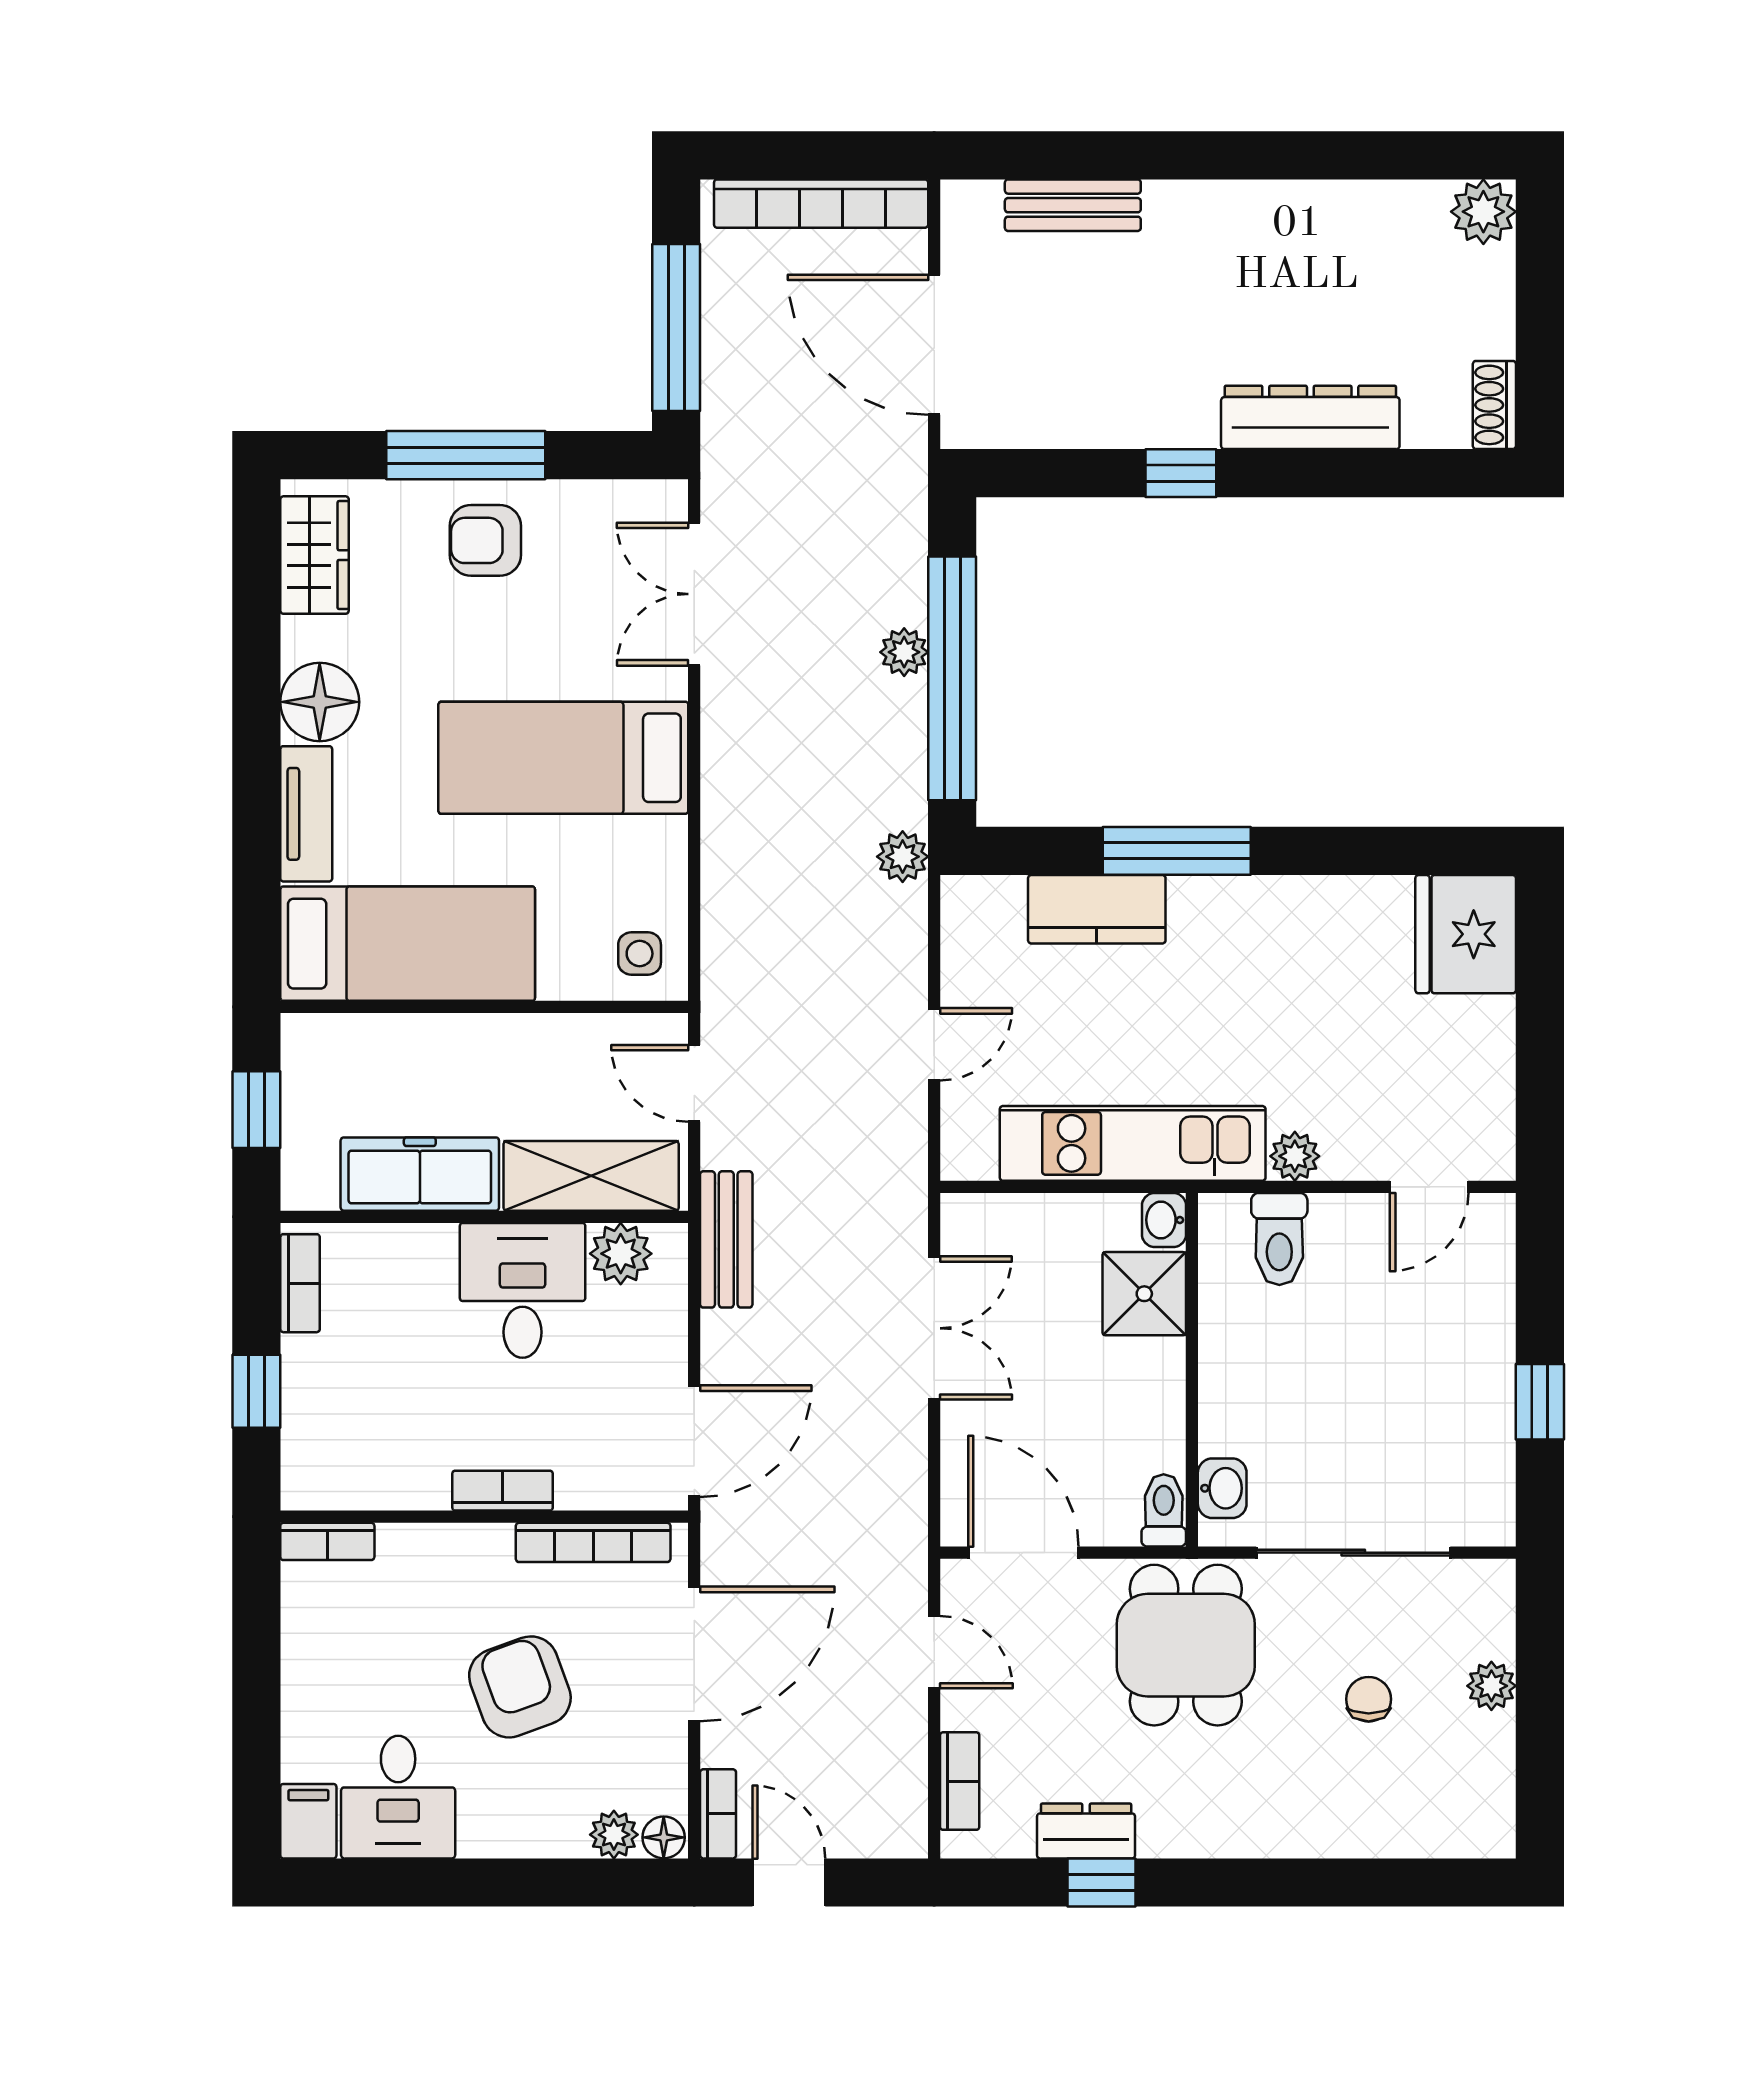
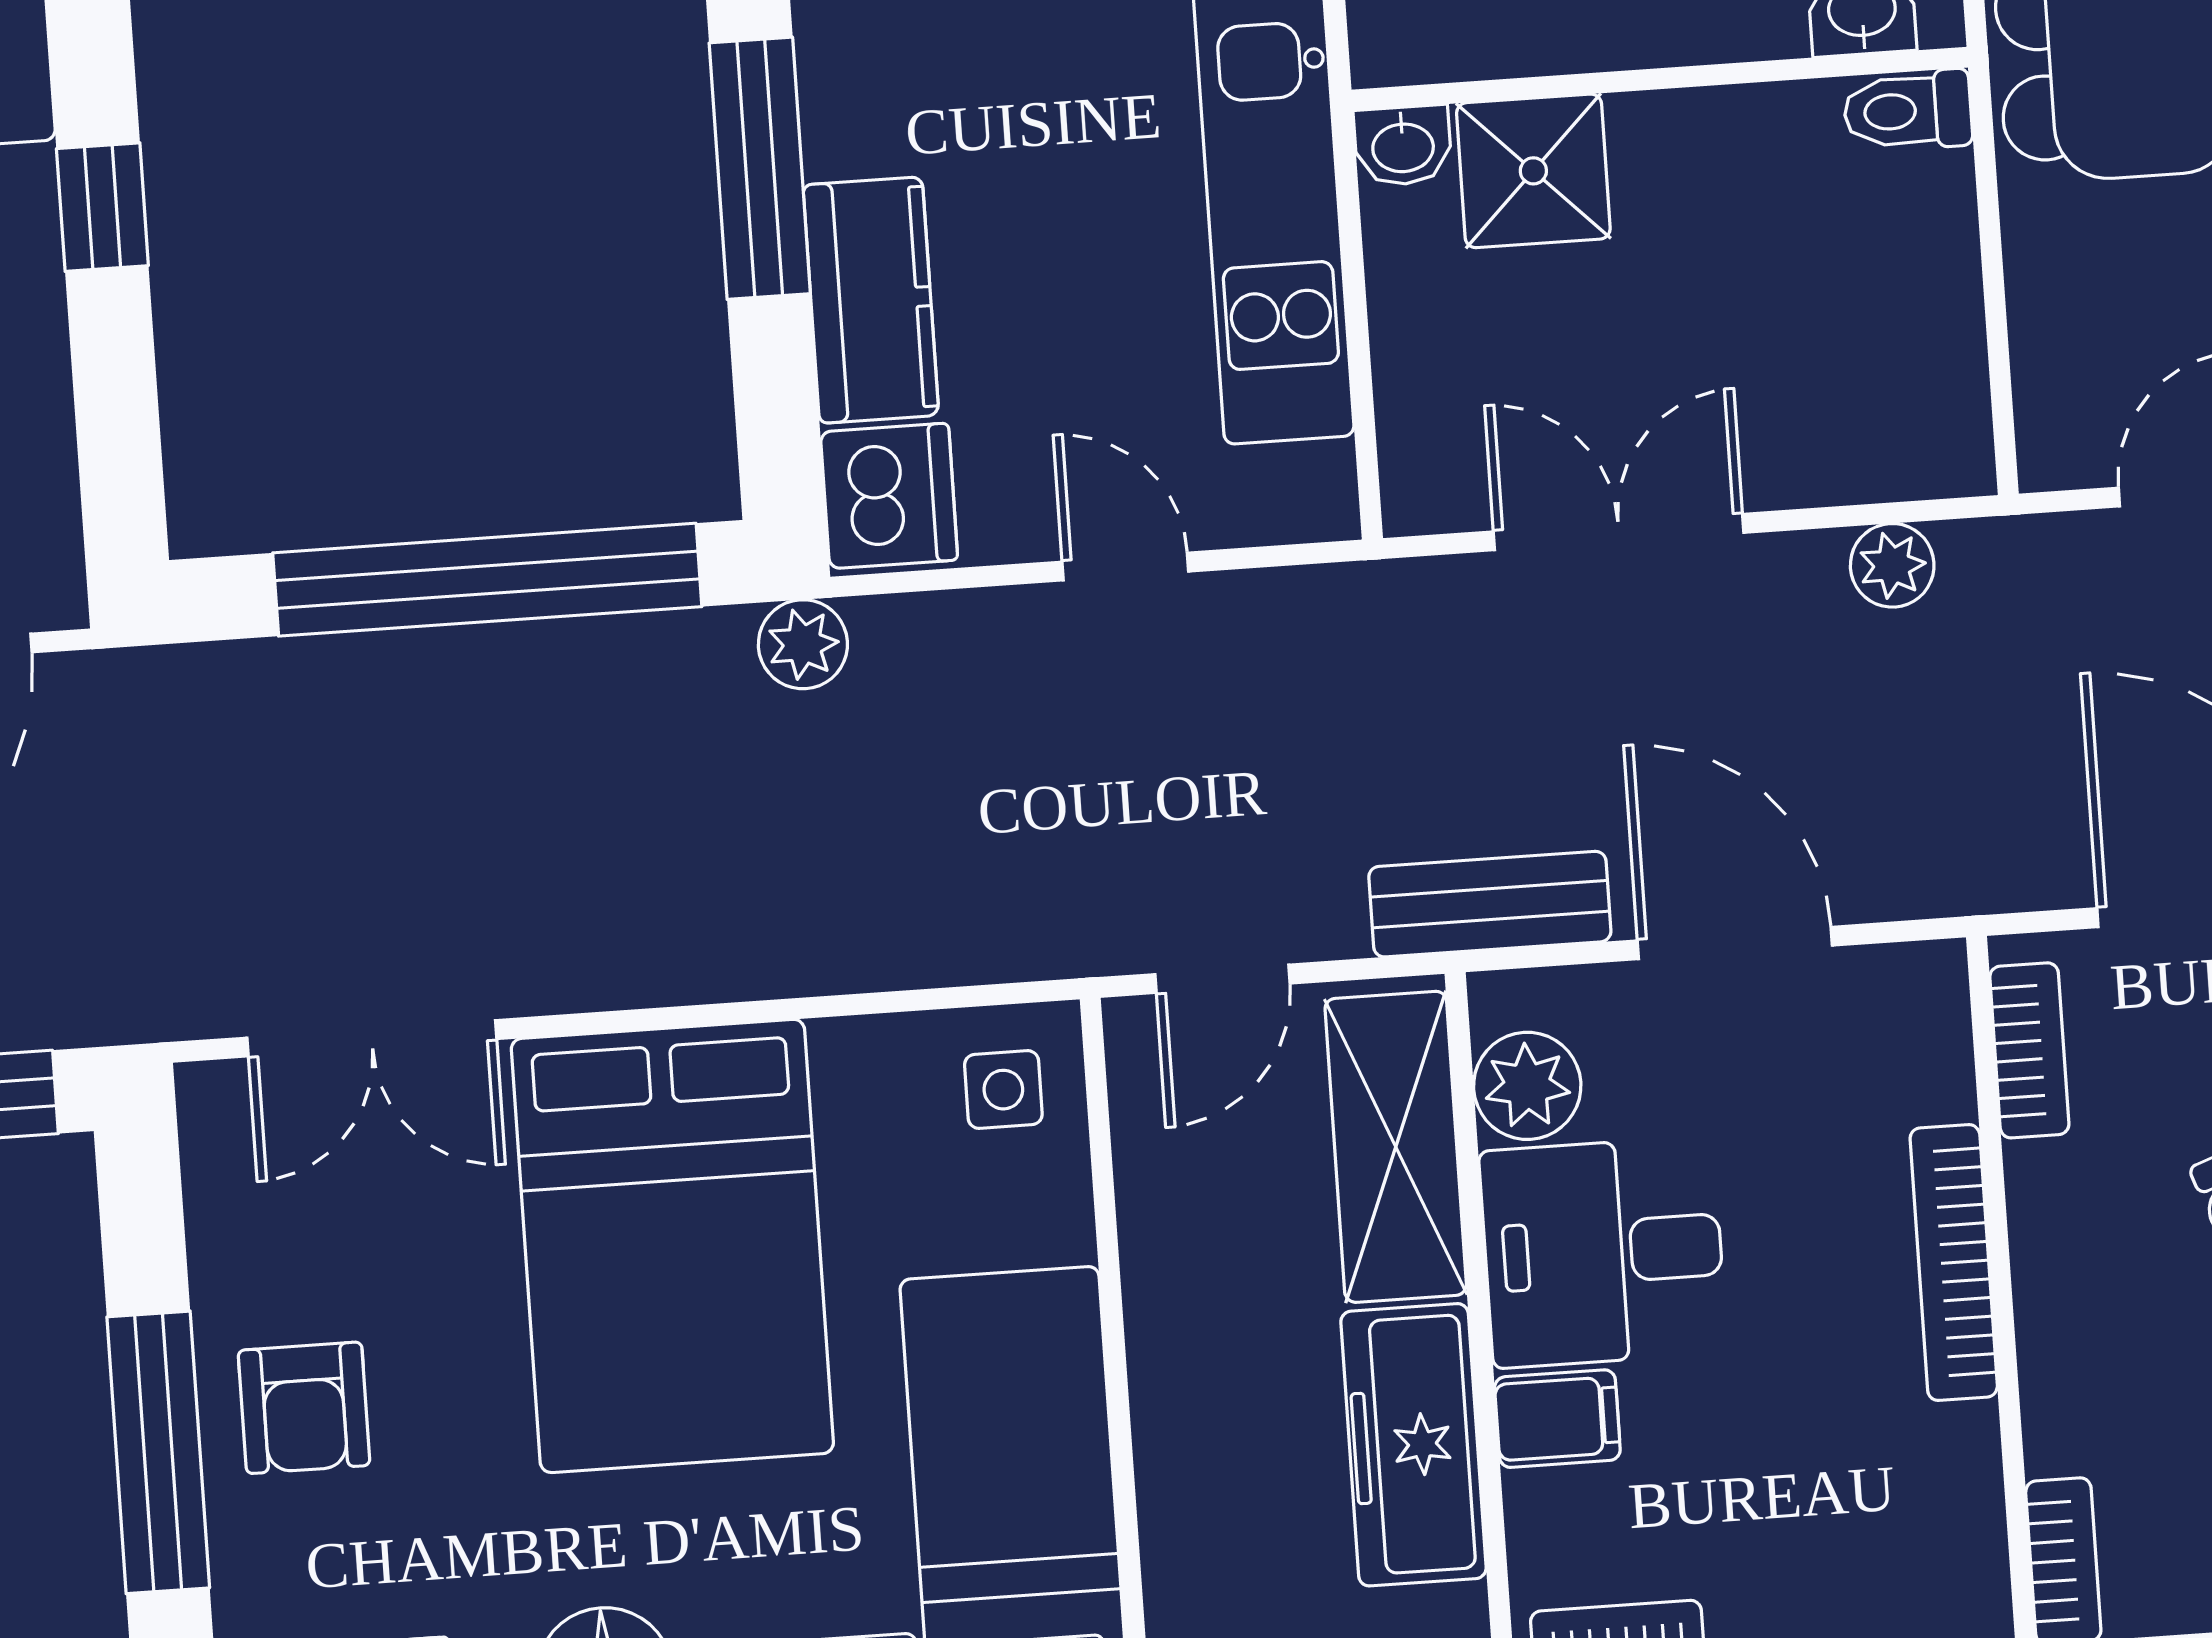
plant: (904, 652) -> (1892, 565), moved
bed: (563, 758) -> (672, 1246), width x1.50
dishwasher: (984, 912) -> (889, 496), added
filing cabinet: (429, 1258) -> (1557, 1419), added
door: (694, 1441) -> (1735, 943), moved
bookcase: (503, 1491) -> (1954, 1263), width x1.56
bookcase: (593, 1542) -> (2029, 1050), width x0.64
door: (1023, 1553) -> (1998, 350), removed

